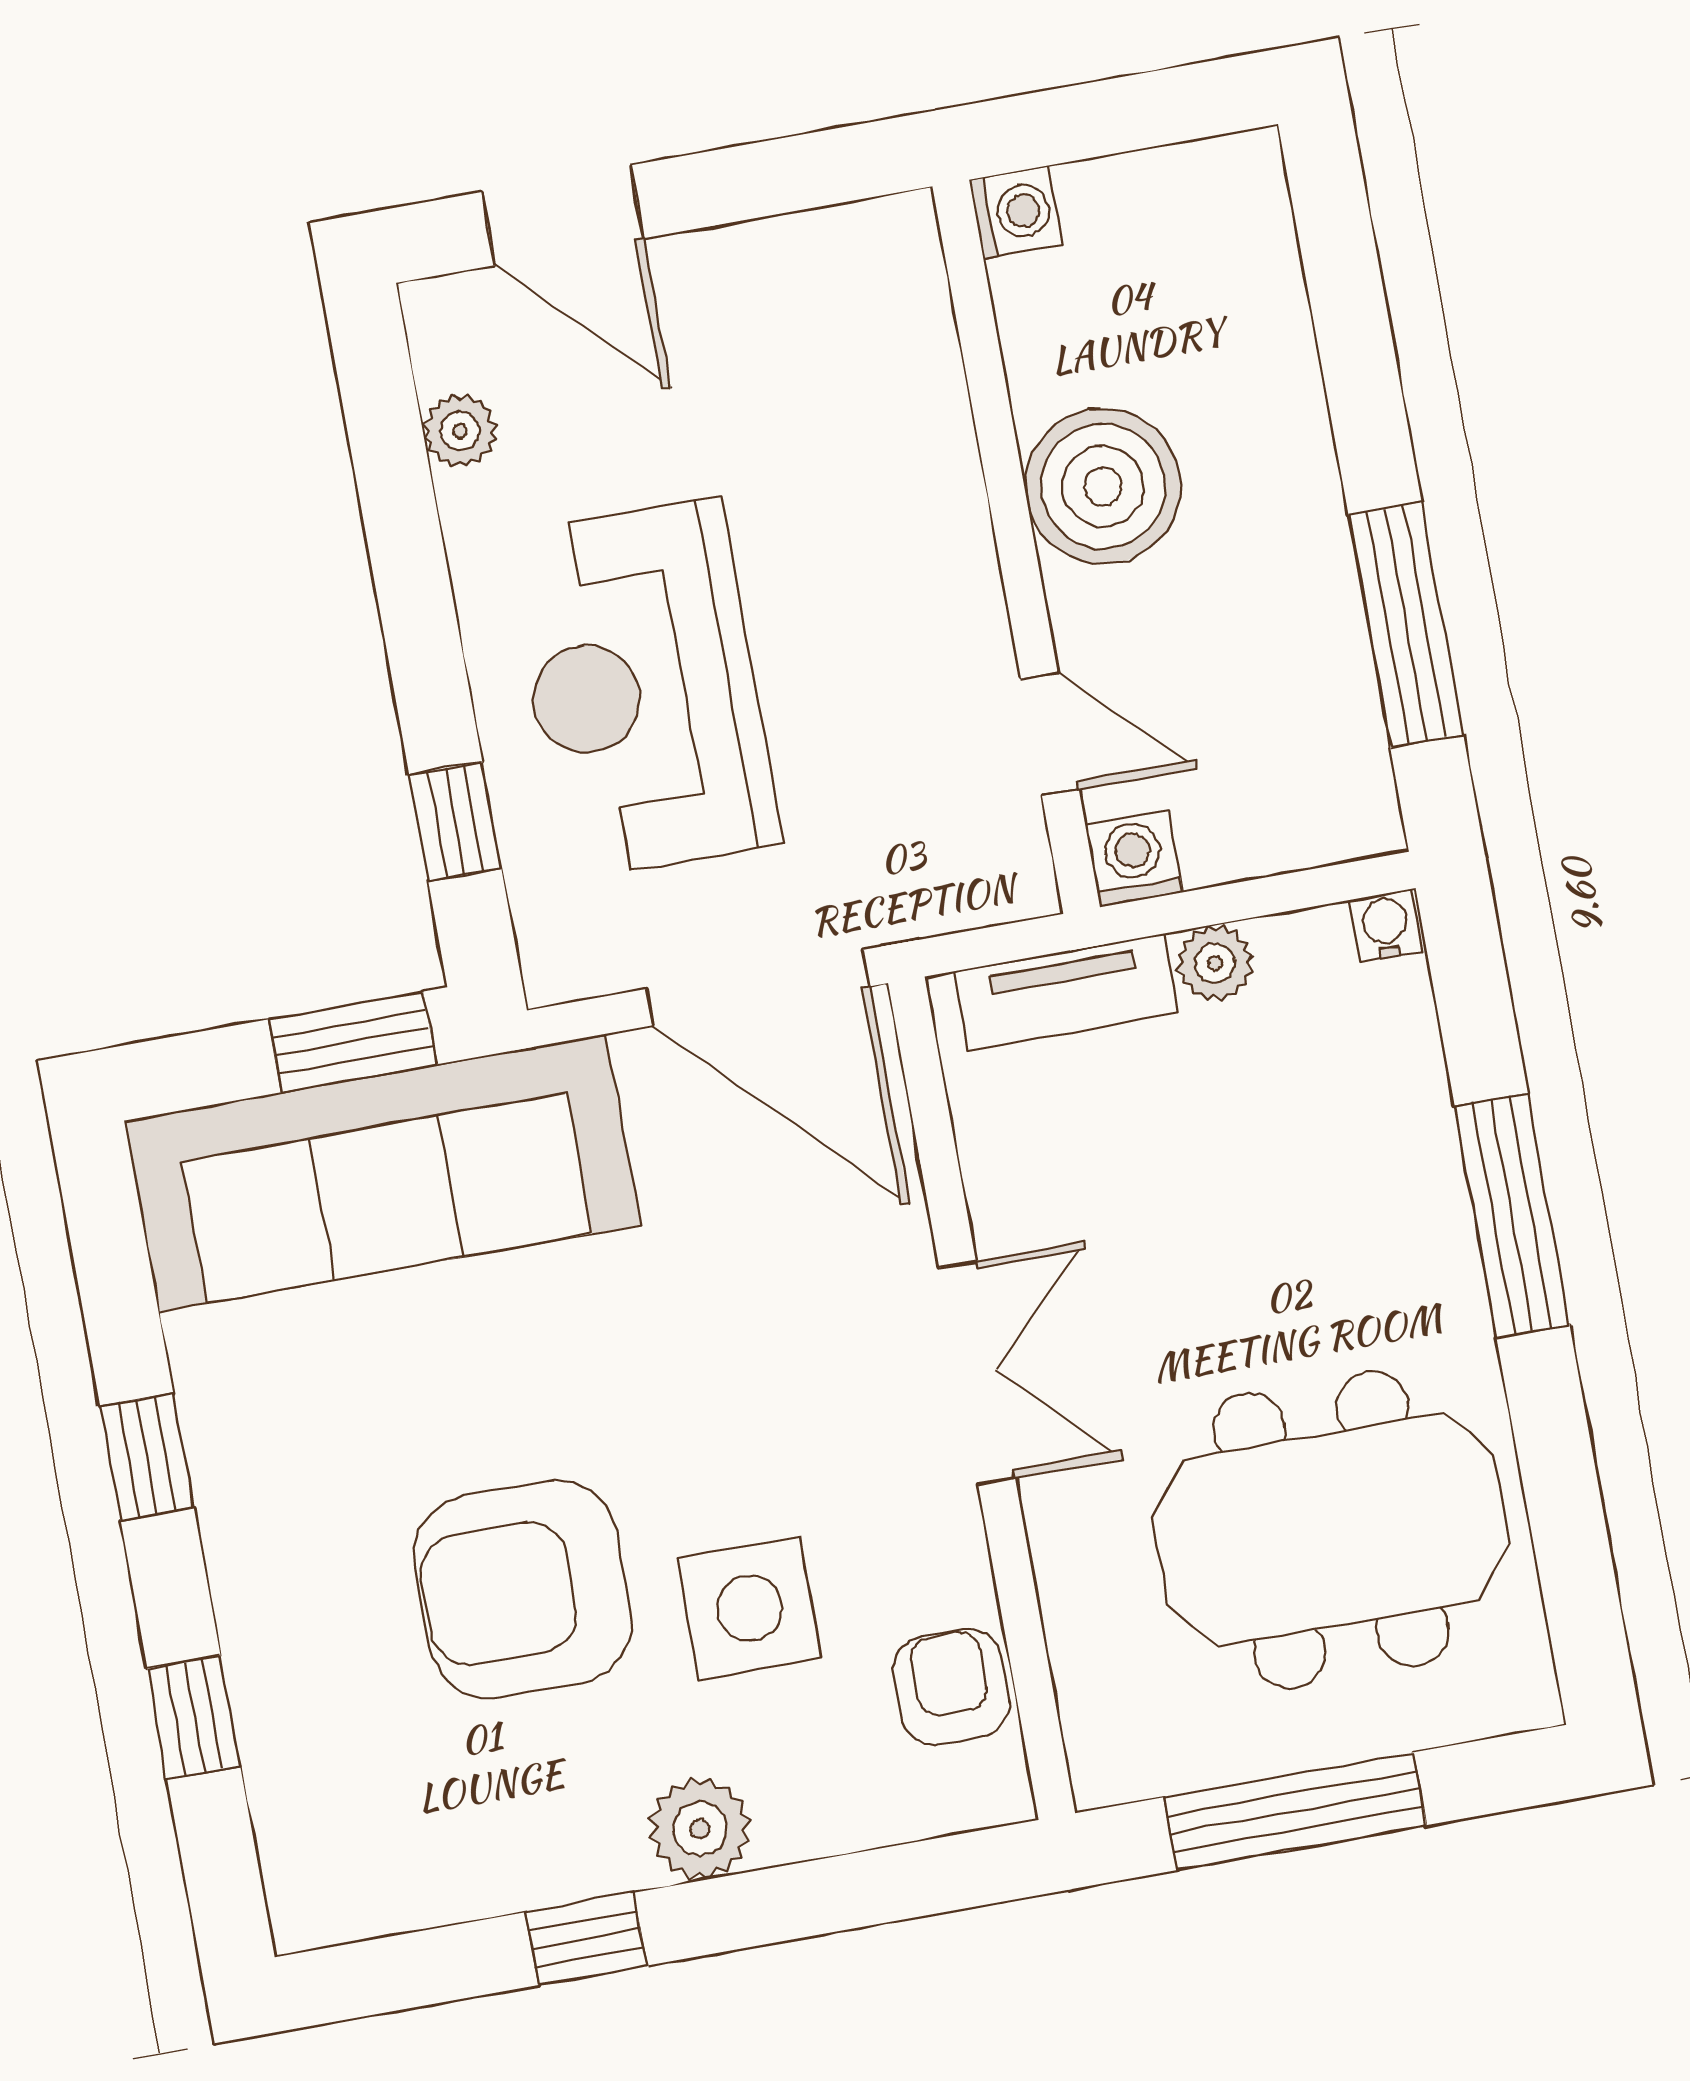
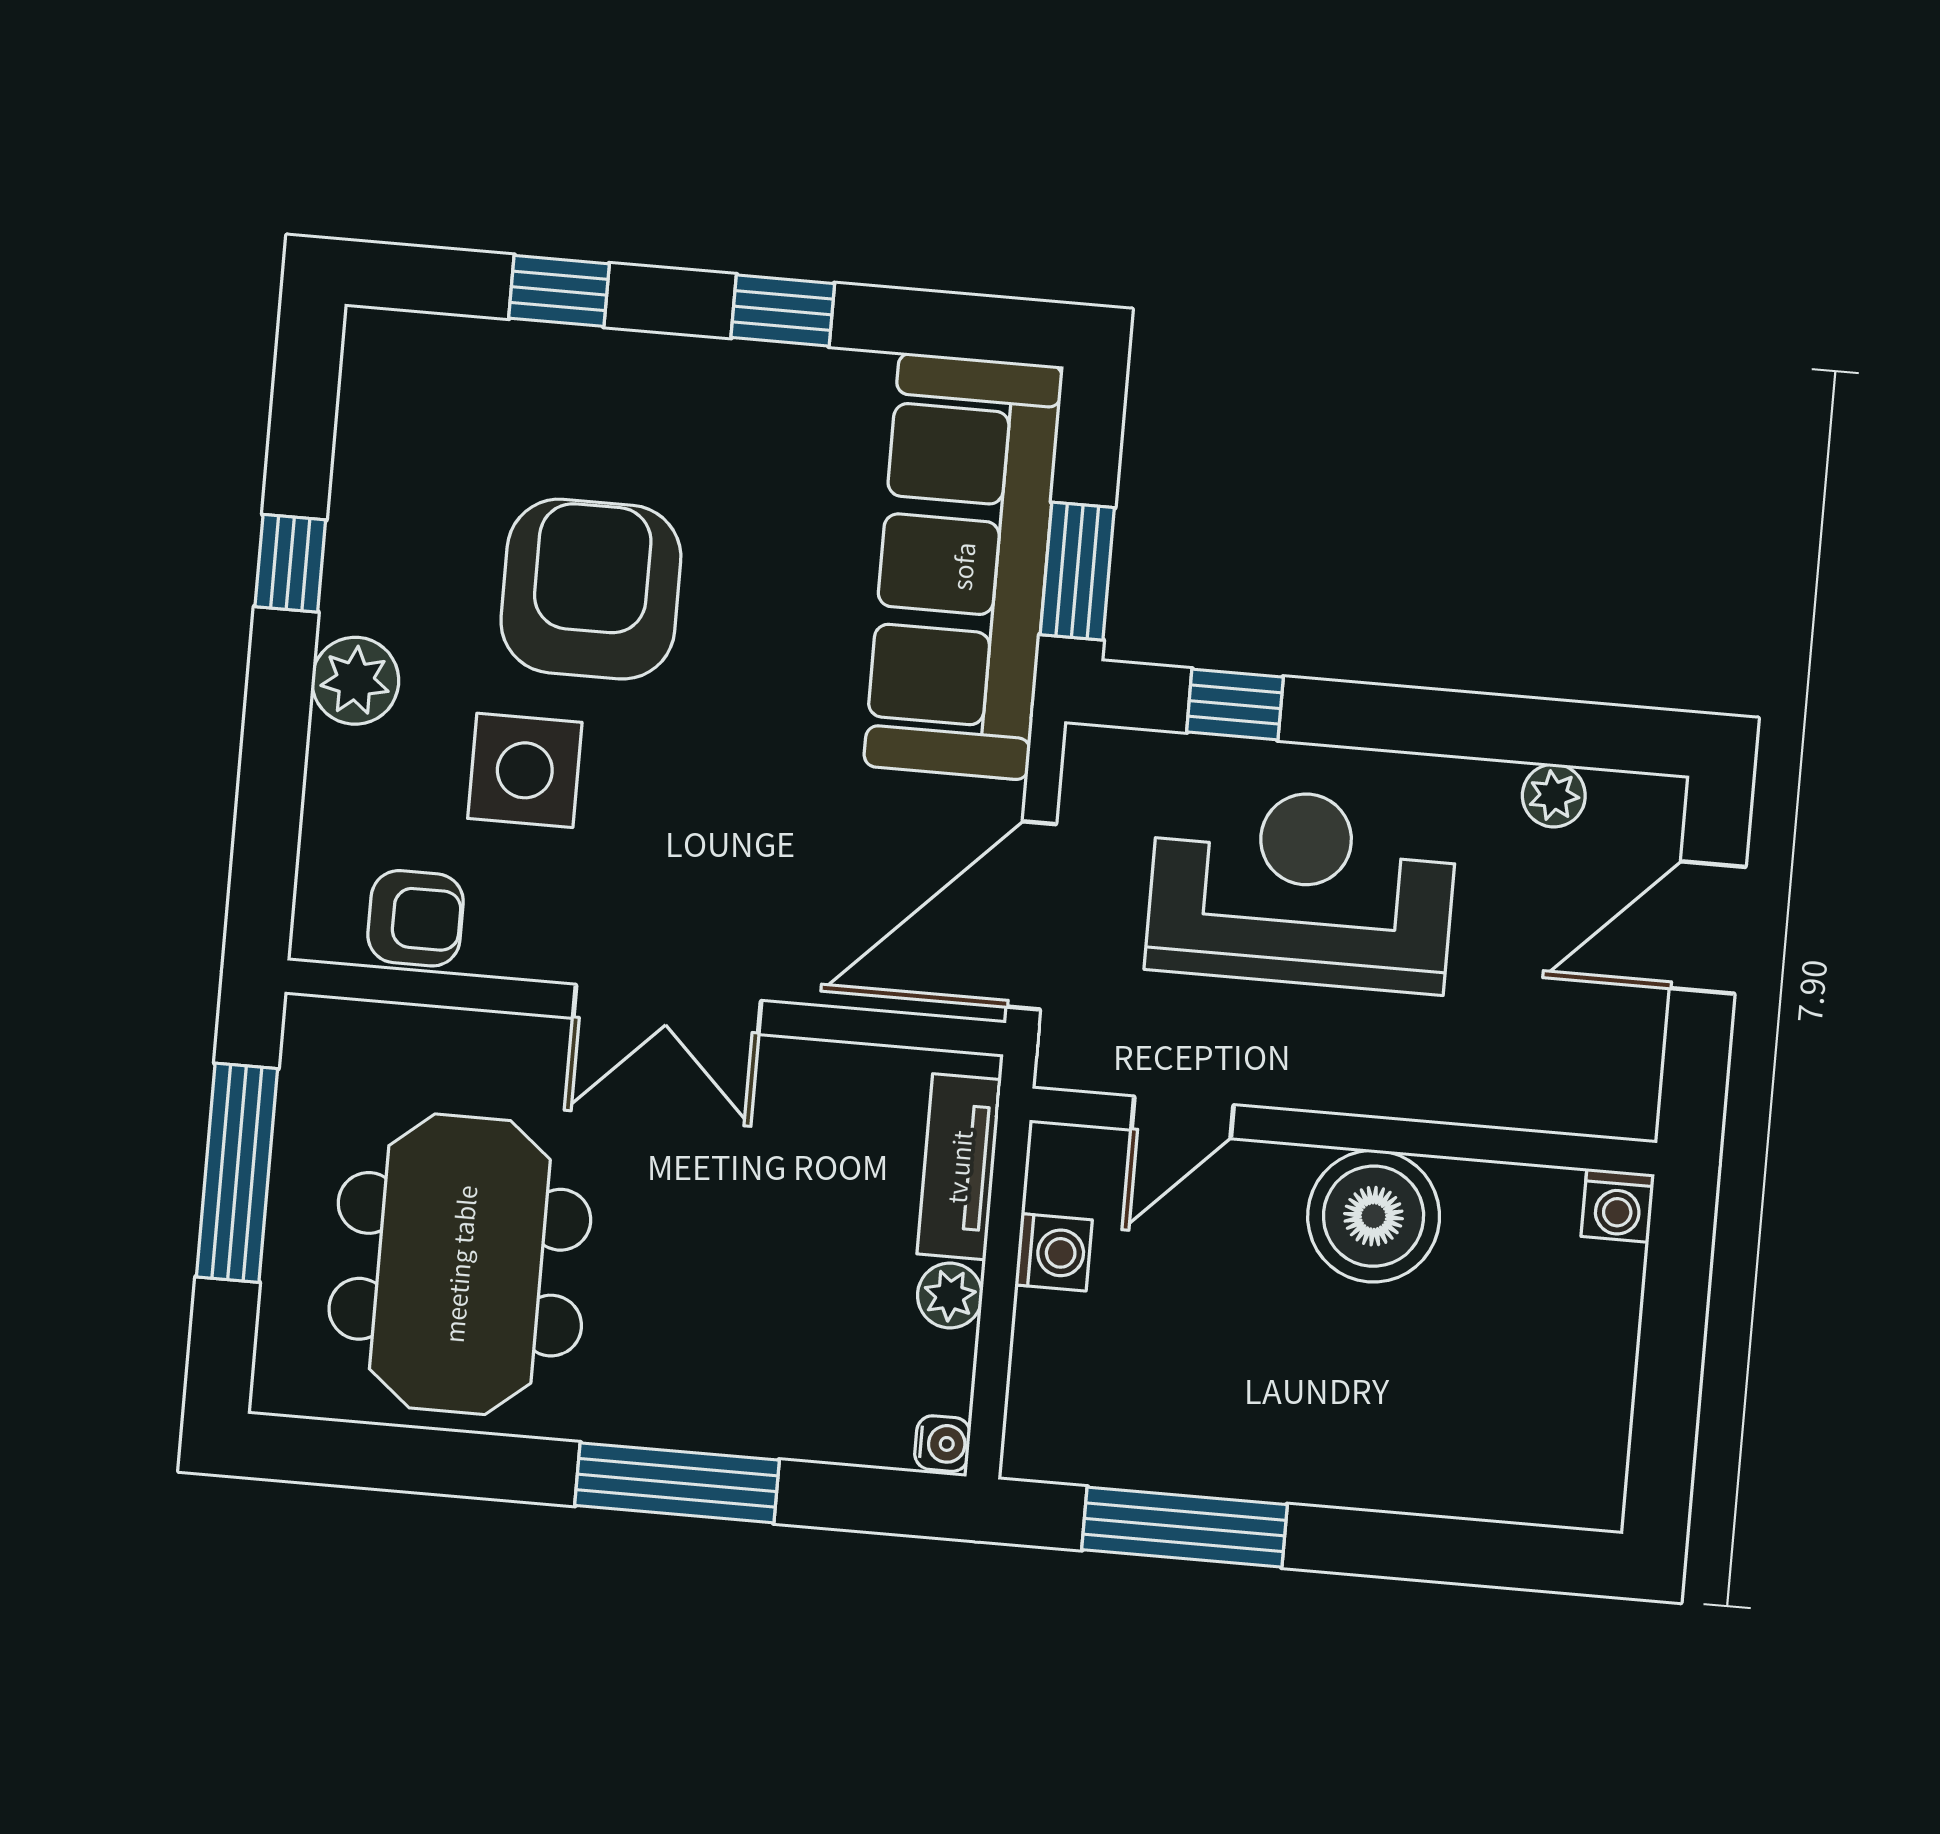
washing machine: (1015, 212) -> (1618, 1205), moved
boiler: (1103, 486) -> (1374, 1216), moved
wall: (1016, 547) -> (1343, 1131), moved
door: (1050, 734) -> (1183, 1117), moved

